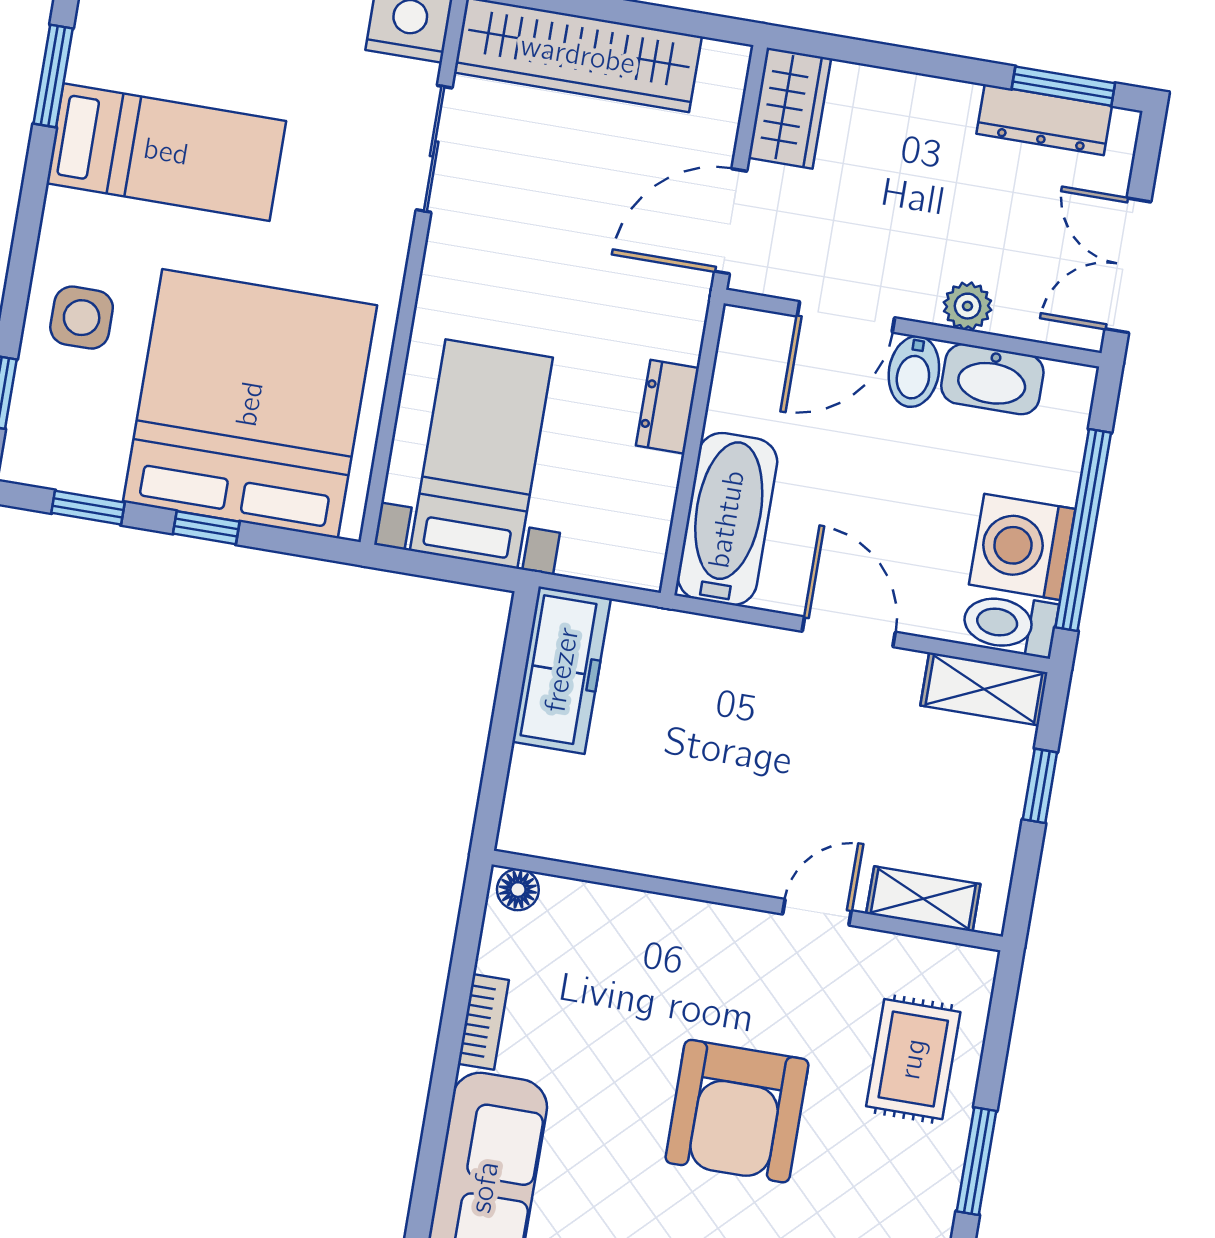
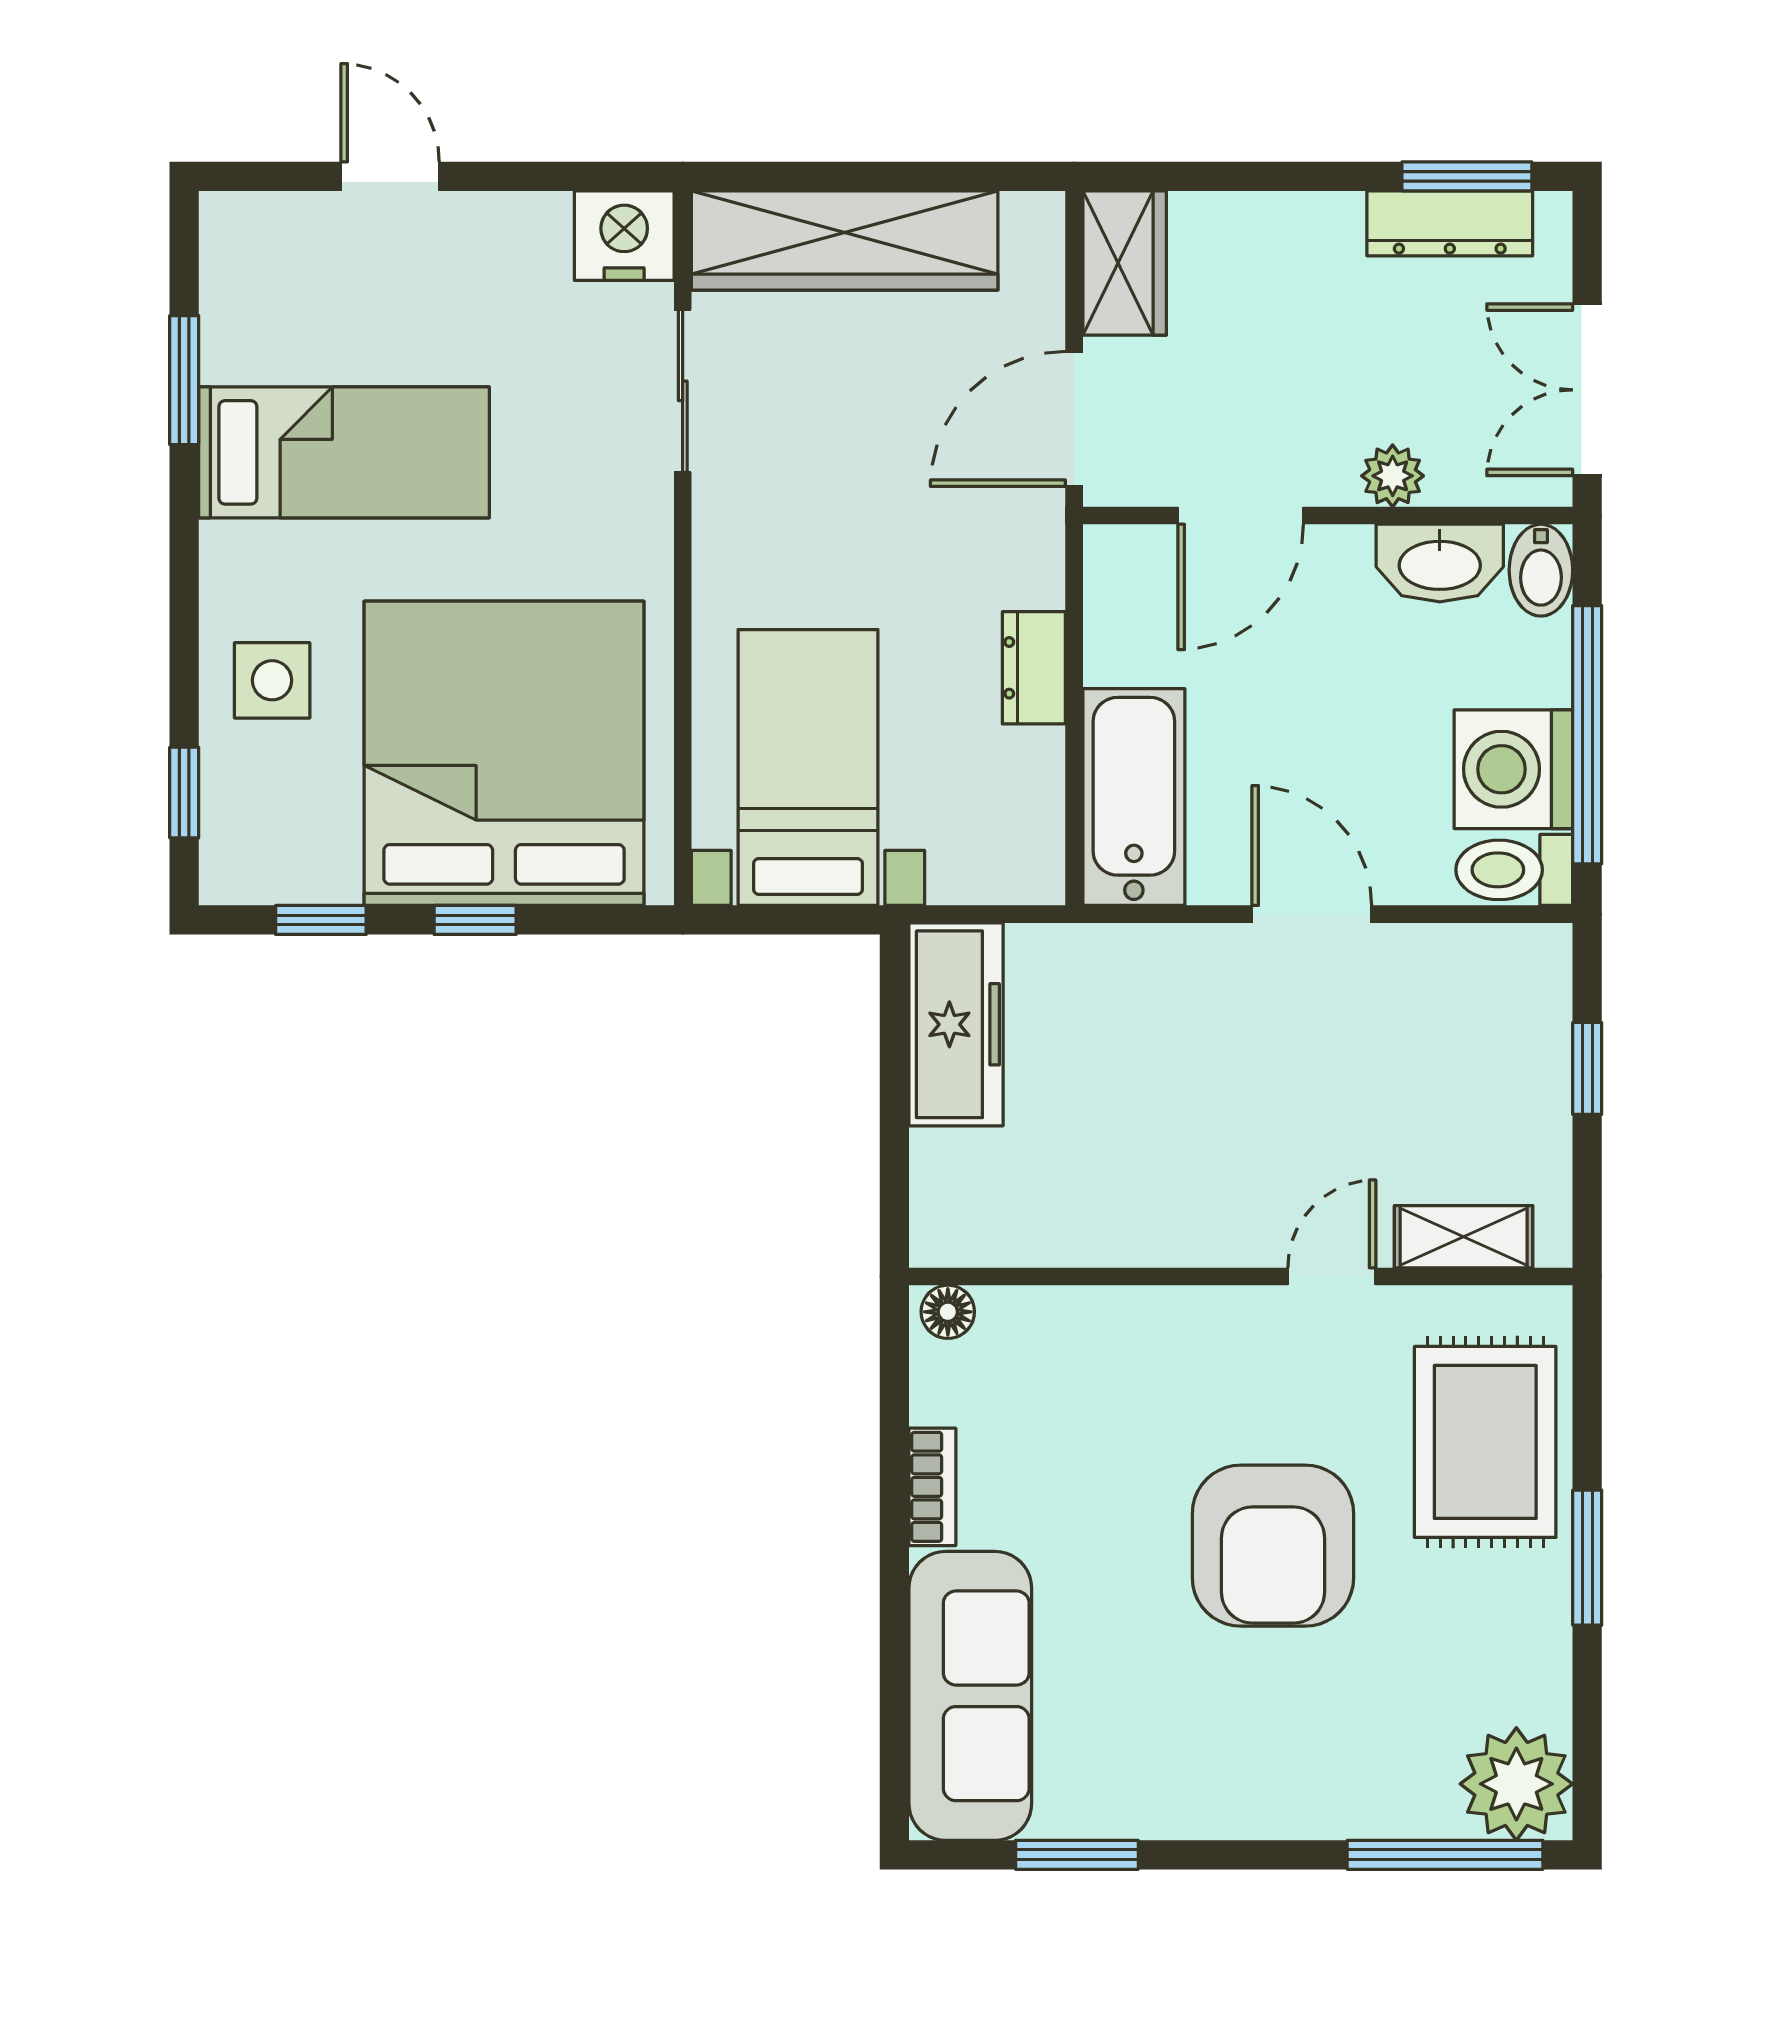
bidet: (914, 371) -> (1541, 570), moved
shelving: (984, 689) -> (1496, 958), removed
rug: (913, 1059) -> (1485, 1442), width x1.36, depth x1.43

